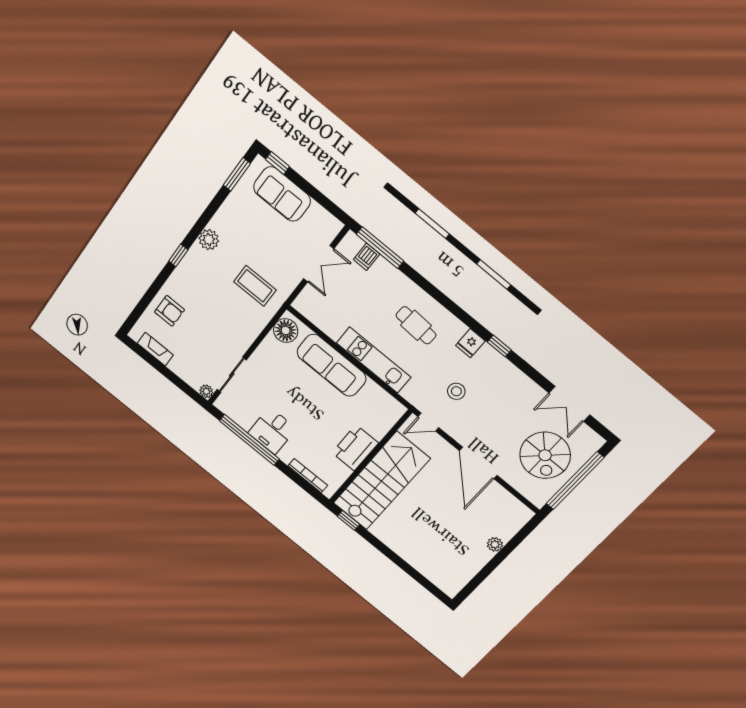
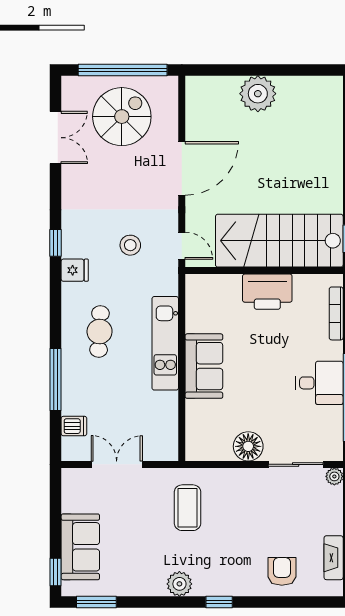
window: (380, 248) -> (56, 379), moved
floor lamp: (286, 331) -> (248, 446), moved
sofa: (332, 365) -> (204, 366), width x0.73
plant: (495, 544) -> (258, 94), width x1.88, depth x1.88

